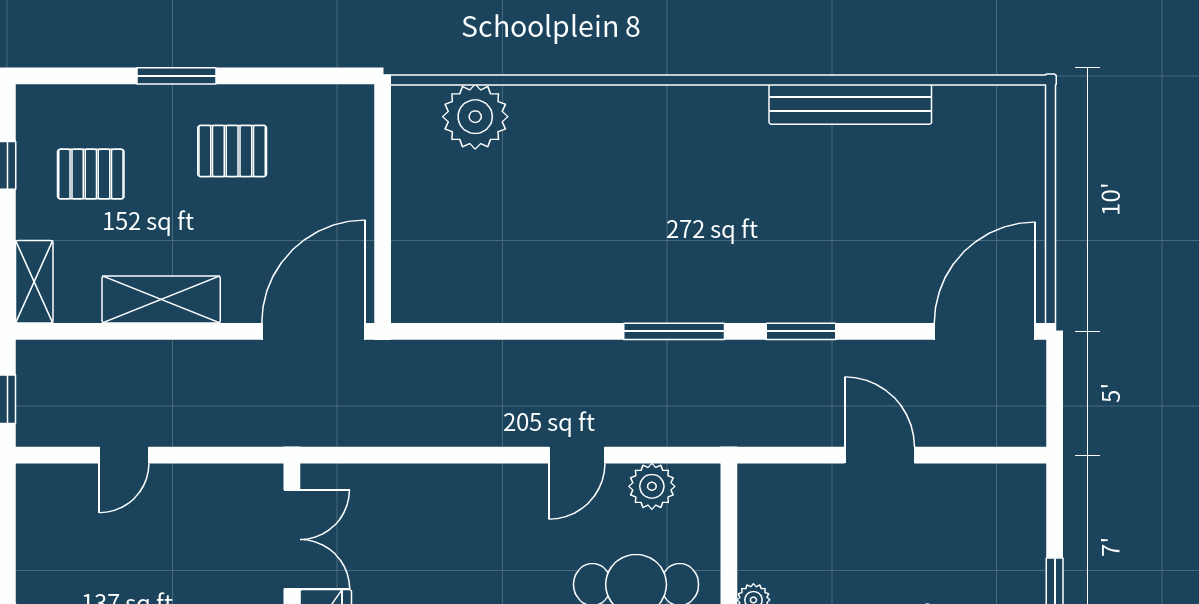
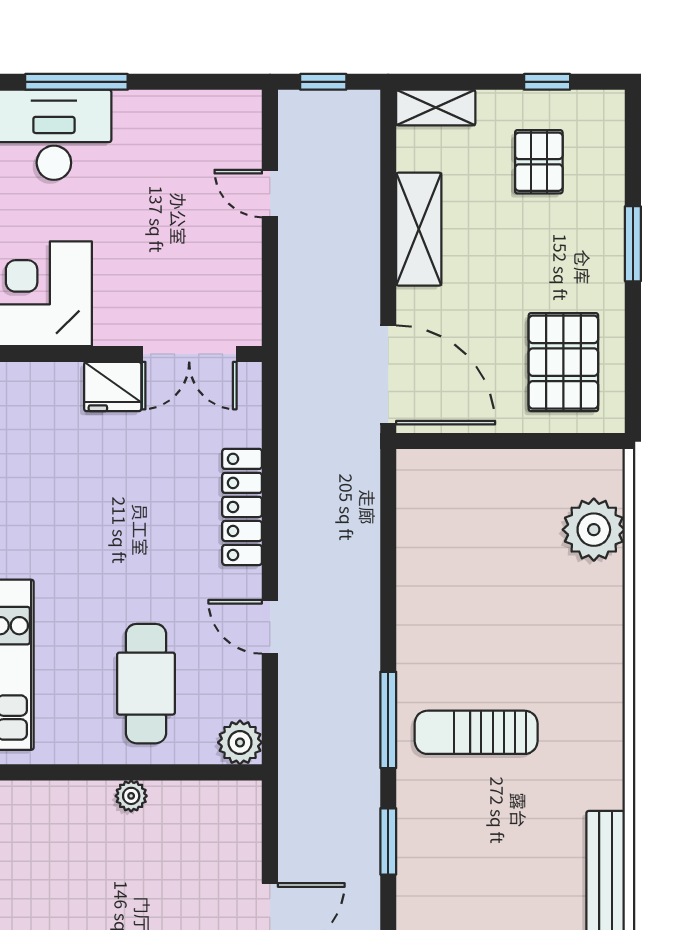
pallet: (232, 151) -> (563, 362), moved, width x1.50, depth x1.42
sun lounger: (687, 240) -> (476, 732), added
locker: (452, 484) -> (242, 507), added
plant: (652, 486) -> (240, 742), moved

